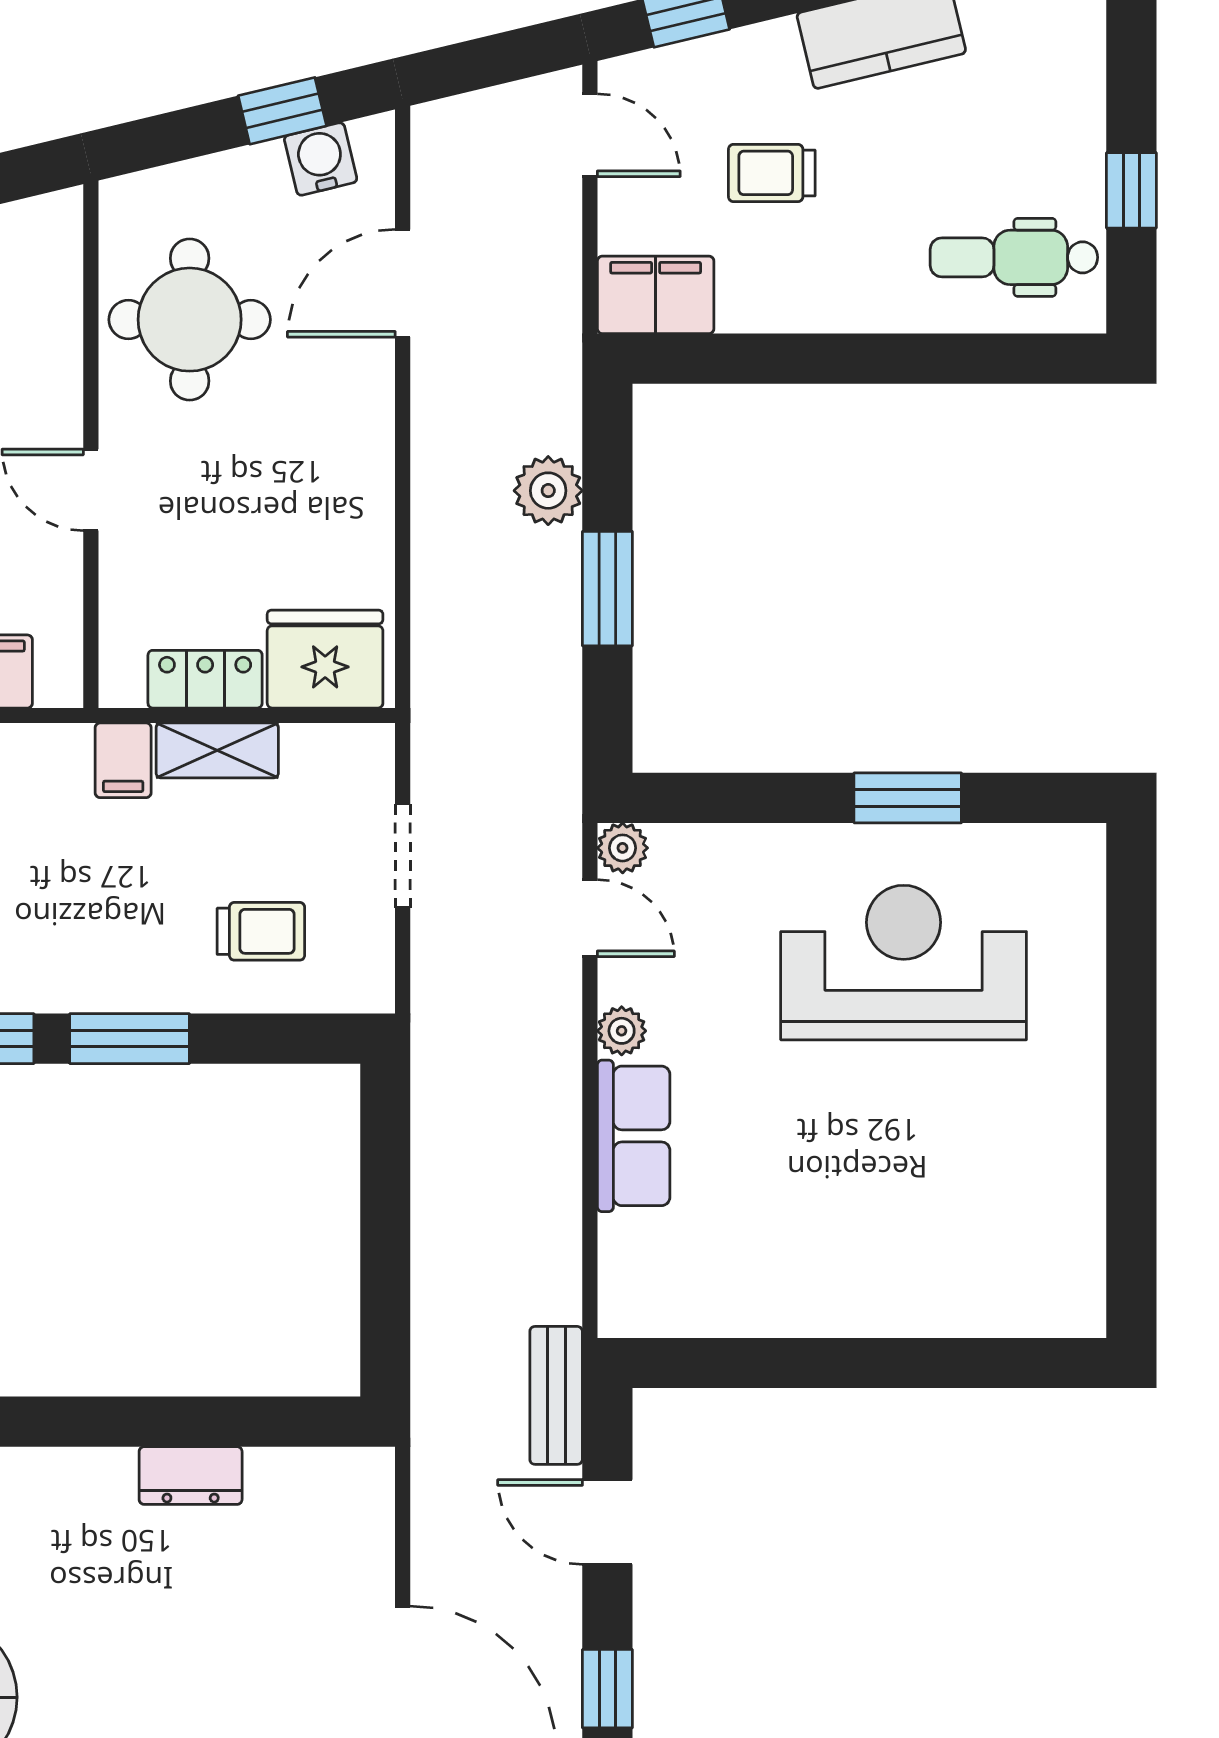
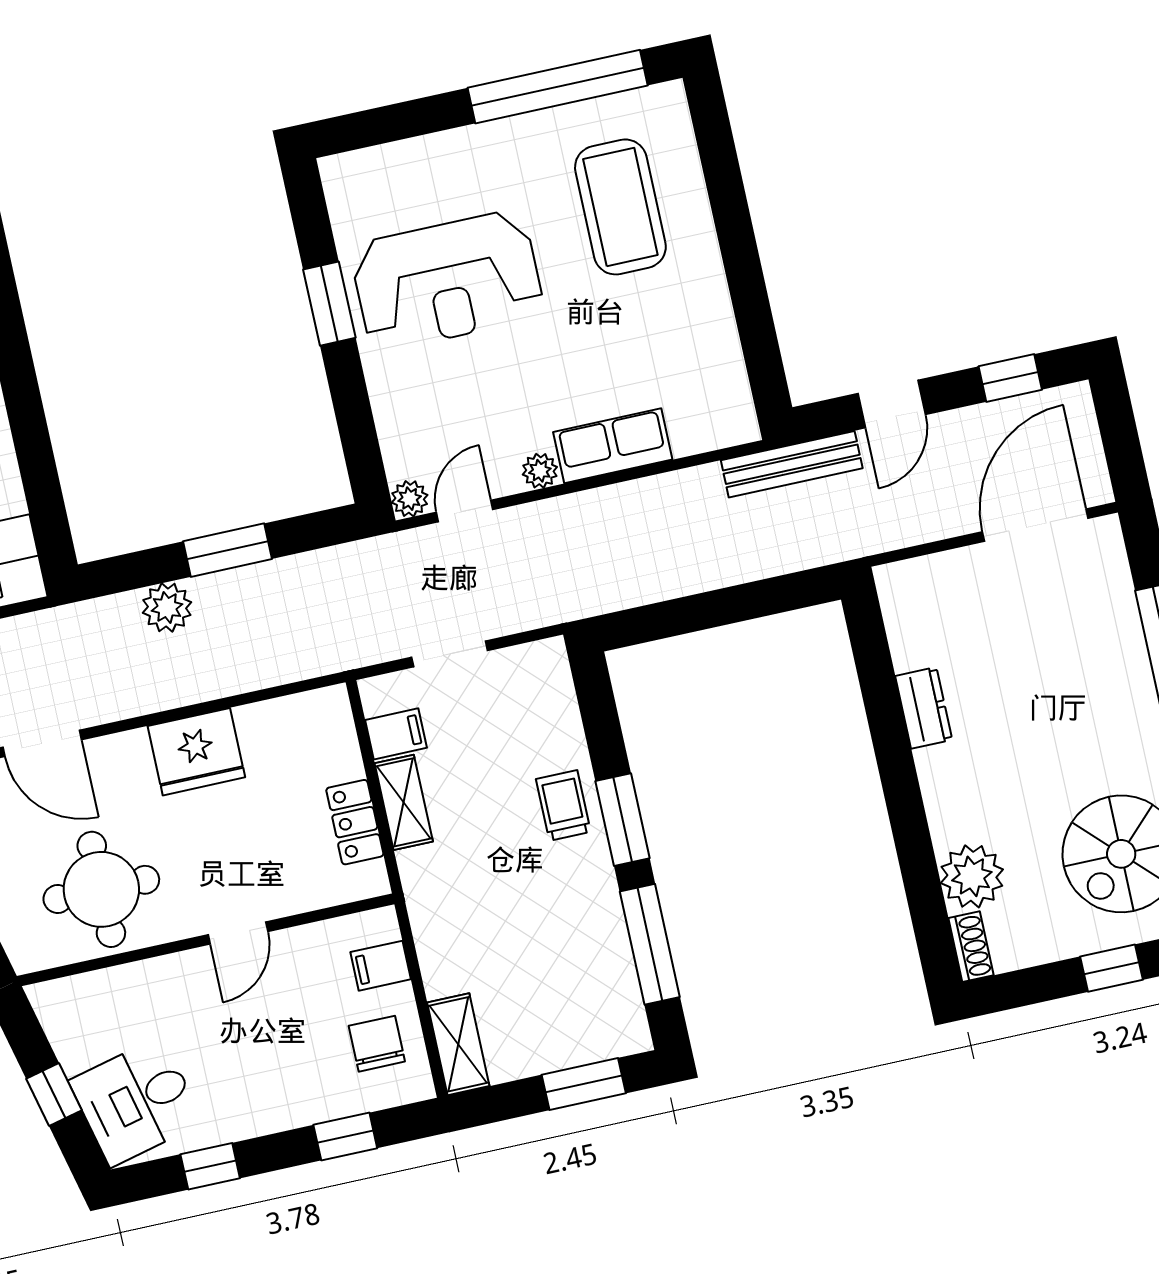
fridge: (325, 659) -> (196, 752), moved, turned -90
filing cabinet: (123, 760) -> (396, 734), moved
trolley: (261, 931) -> (563, 805), moved
reception desk: (904, 963) -> (447, 281), turned -90
window: (1131, 1168) -> (558, 87), added
coffee table: (951, 1216) -> (620, 207), added
bench: (556, 1395) -> (792, 464), width x1.36

